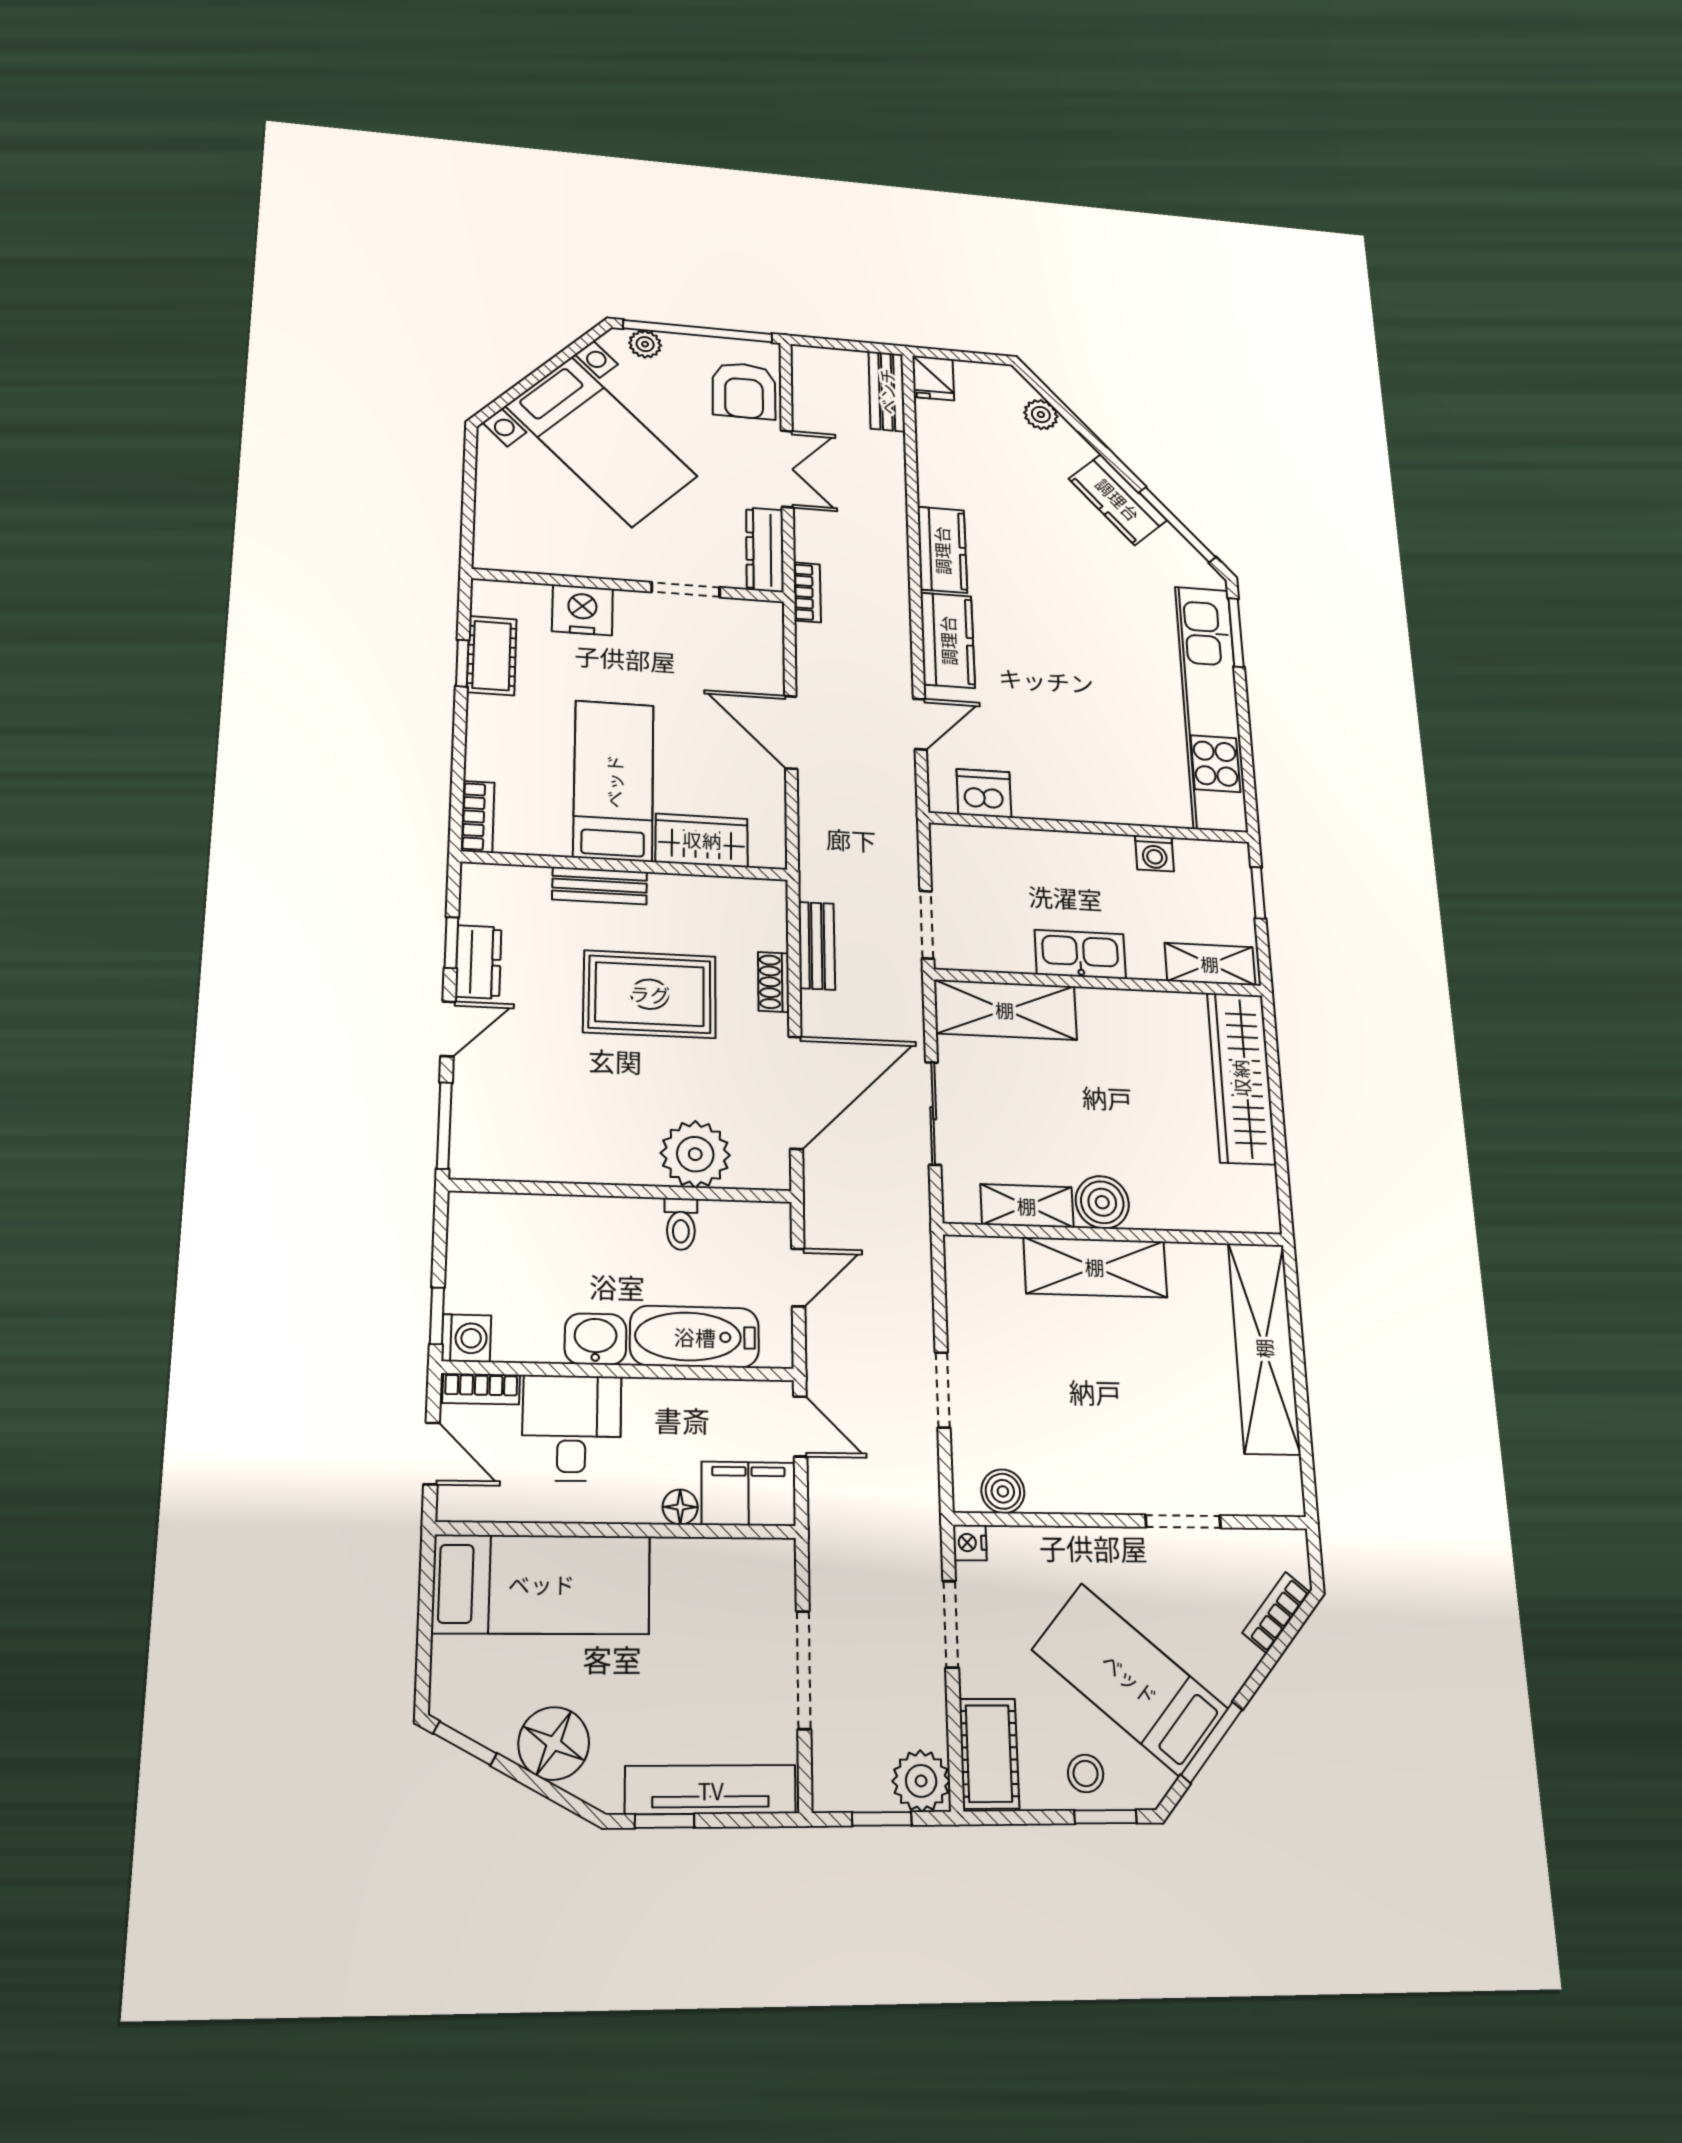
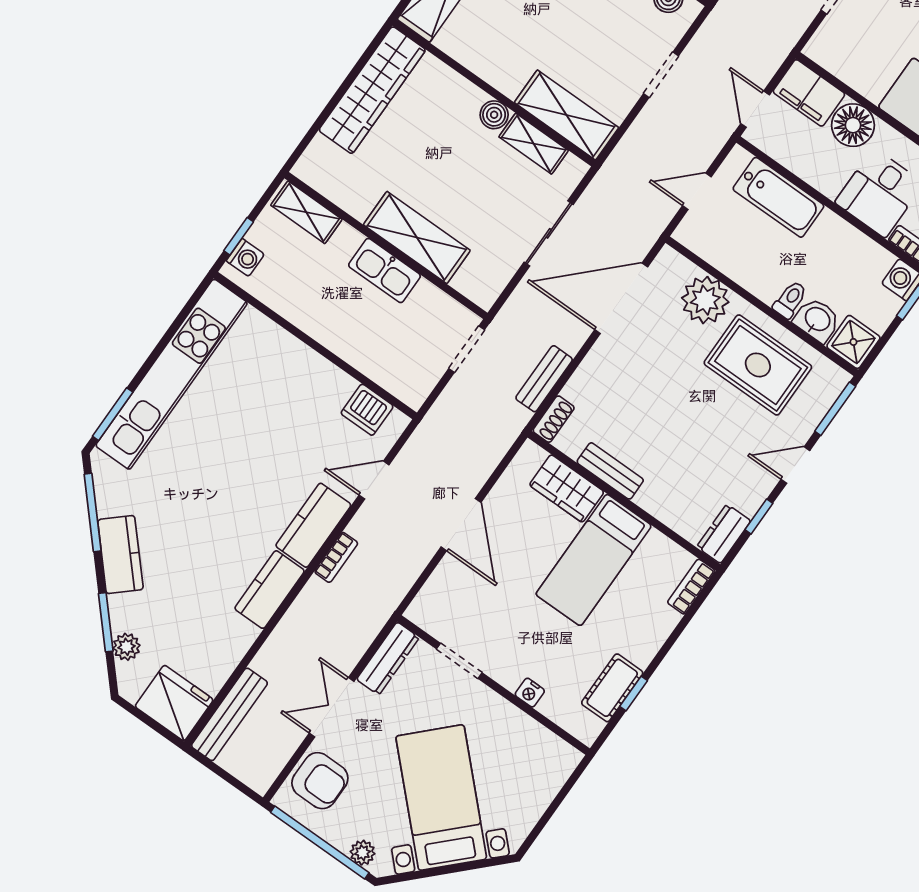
fridge: (933, 378) -> (174, 703), width x1.88, depth x1.34
armchair: (744, 391) -> (320, 781), turned 90
bench: (887, 391) -> (229, 714), width x1.36
window: (1080, 427) -> (106, 622), added
bookcase: (807, 592) -> (336, 557), moved, turned 180
nightstand: (582, 610) -> (530, 693), width x0.53, depth x0.56
washing machine: (1154, 853) -> (245, 258), moved, turned 90
bench: (600, 886) -> (610, 471), moved
dresser: (478, 962) -> (724, 534), moved
shoe rack: (774, 982) -> (554, 419), moved
rug: (650, 994) -> (758, 365), moved
shelving: (1005, 1010) -> (417, 237), moved
wardrobe: (1241, 1078) -> (372, 90), moved
boiler: (1102, 1202) -> (494, 115), width x0.73, depth x0.73
shower: (477, 1220) -> (853, 342), added
toilet: (681, 1224) -> (790, 300), moved
shelving: (1095, 1267) -> (566, 115), moved
washbasin: (595, 1339) -> (817, 320), moved, turned 180
floor lamp: (680, 1507) -> (853, 125), width x1.89, depth x1.89

